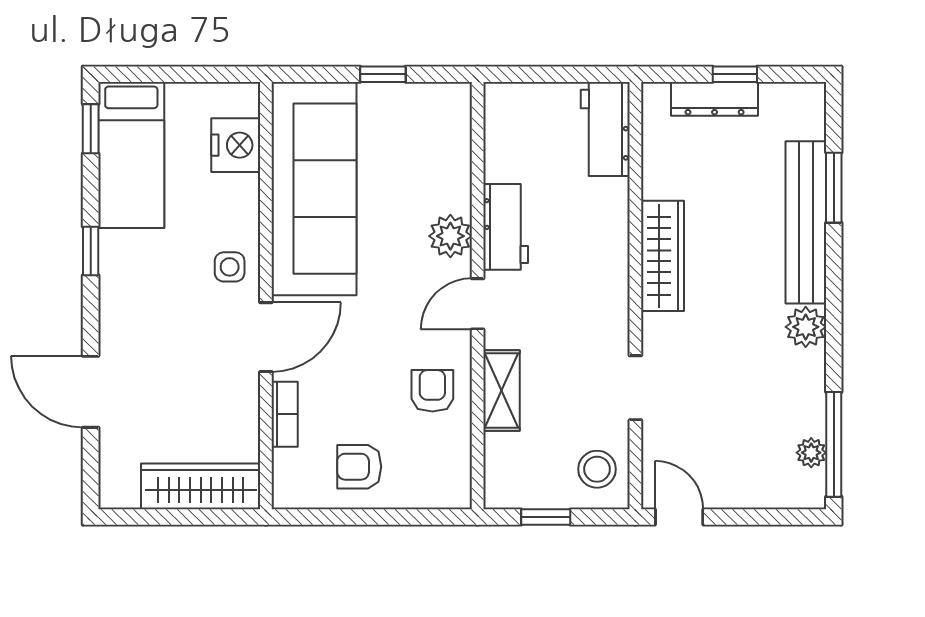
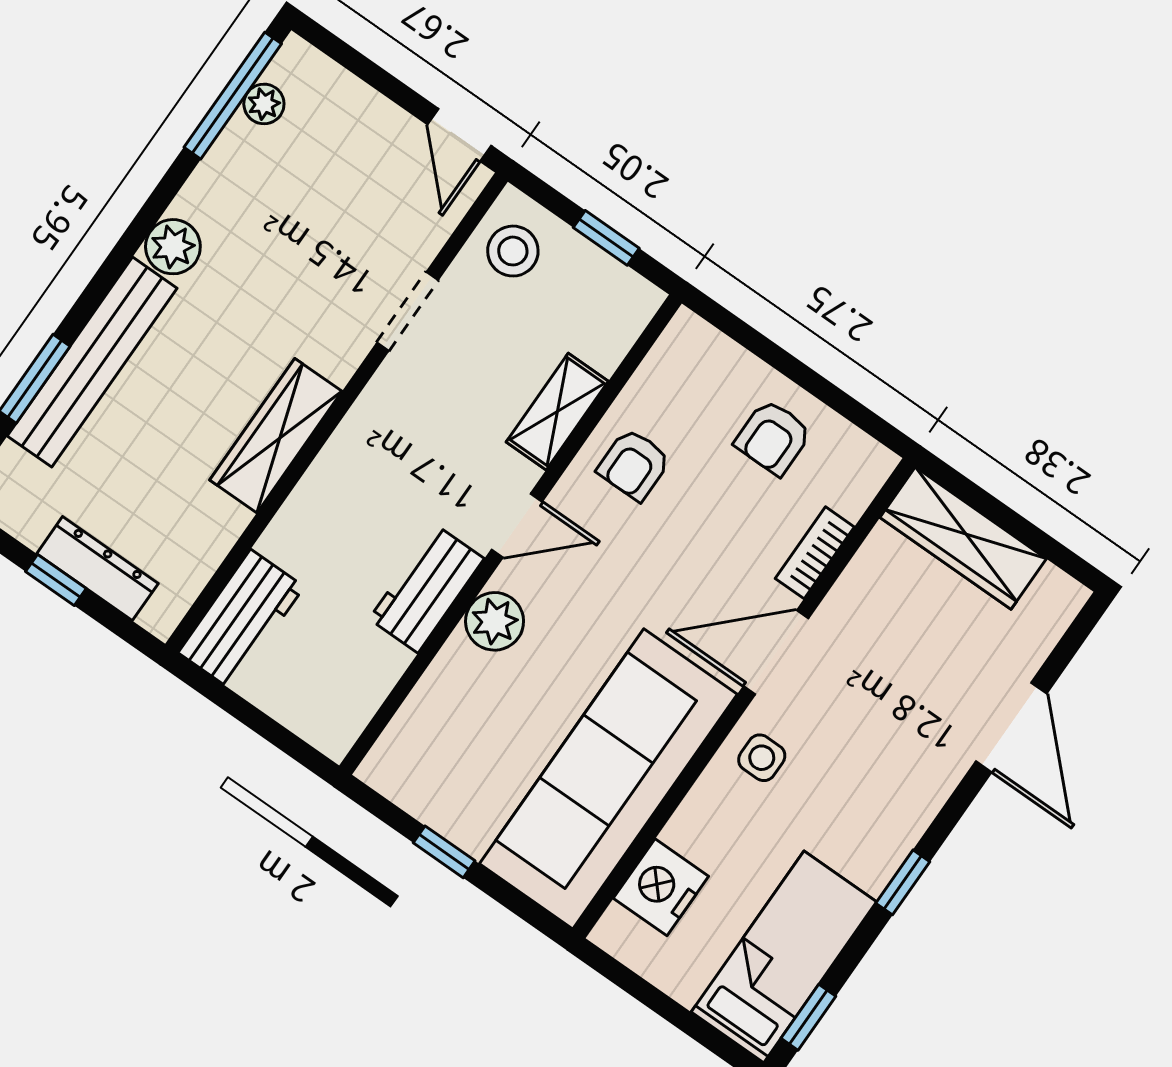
armchair: (359, 467) -> (773, 437), turned 90

